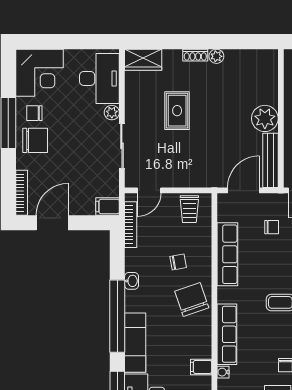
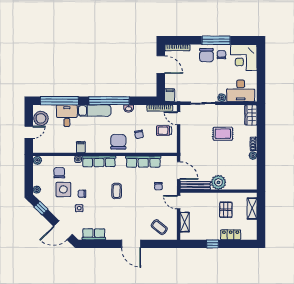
trolley: (189, 209) -> (164, 131), moved
chair: (192, 299) -> (118, 142), turned -71

